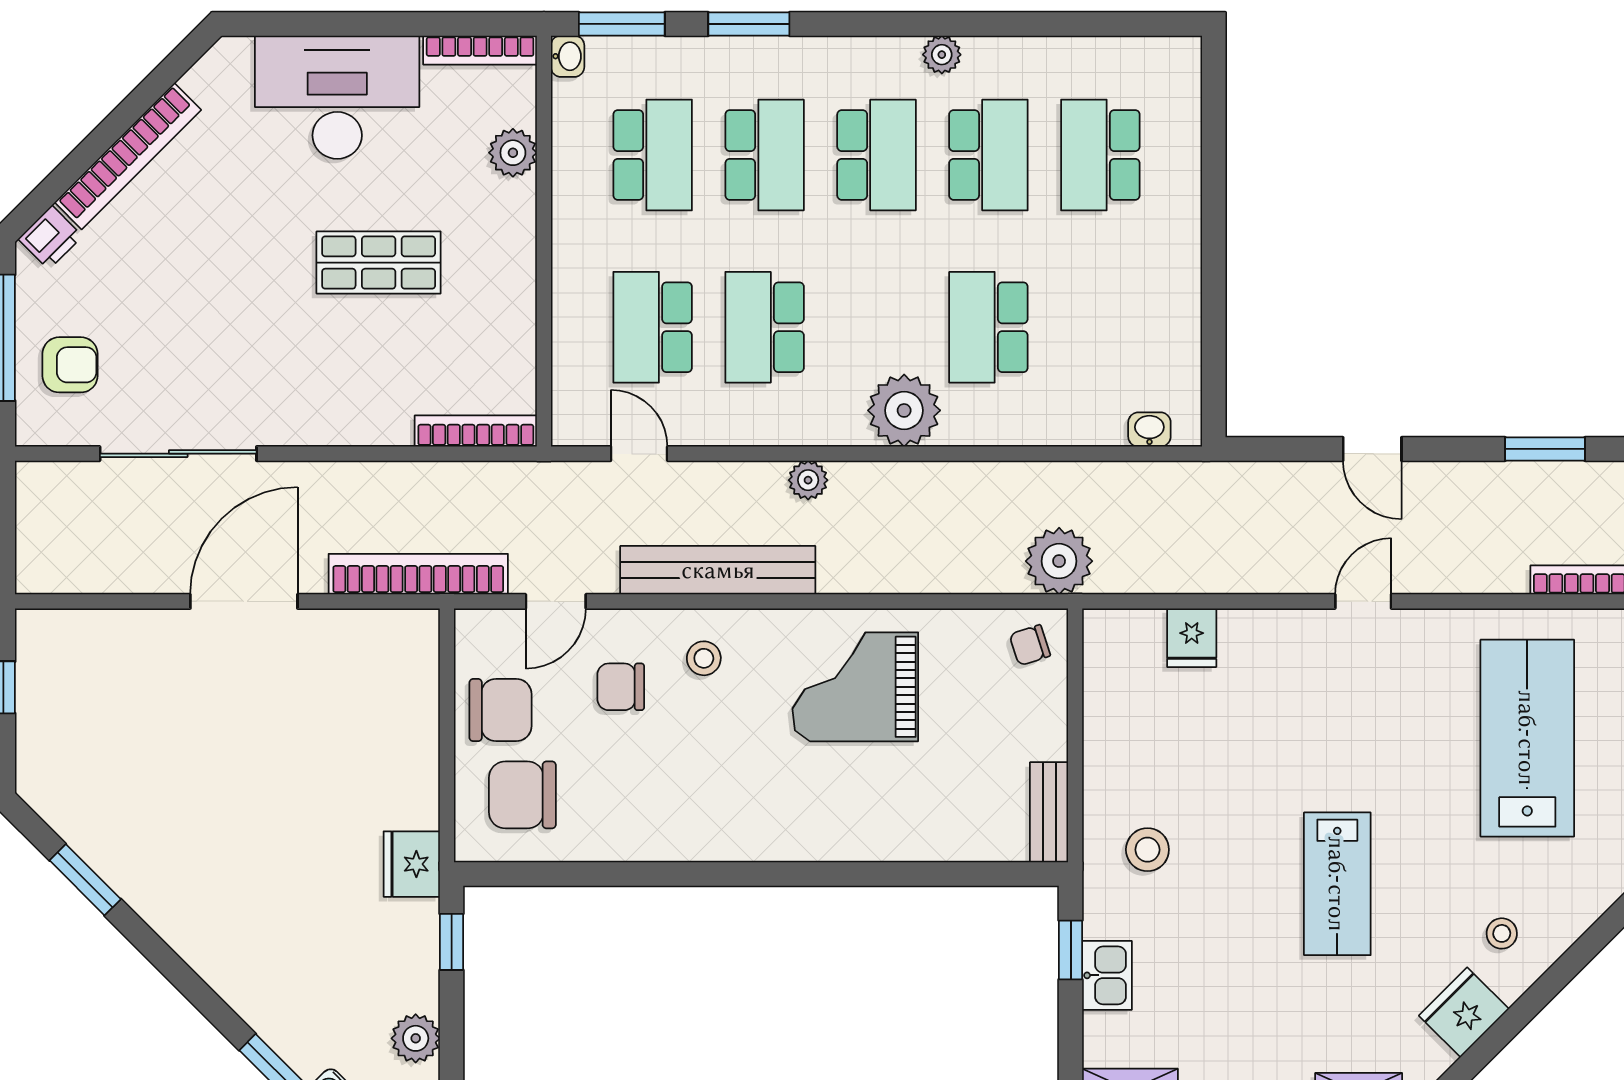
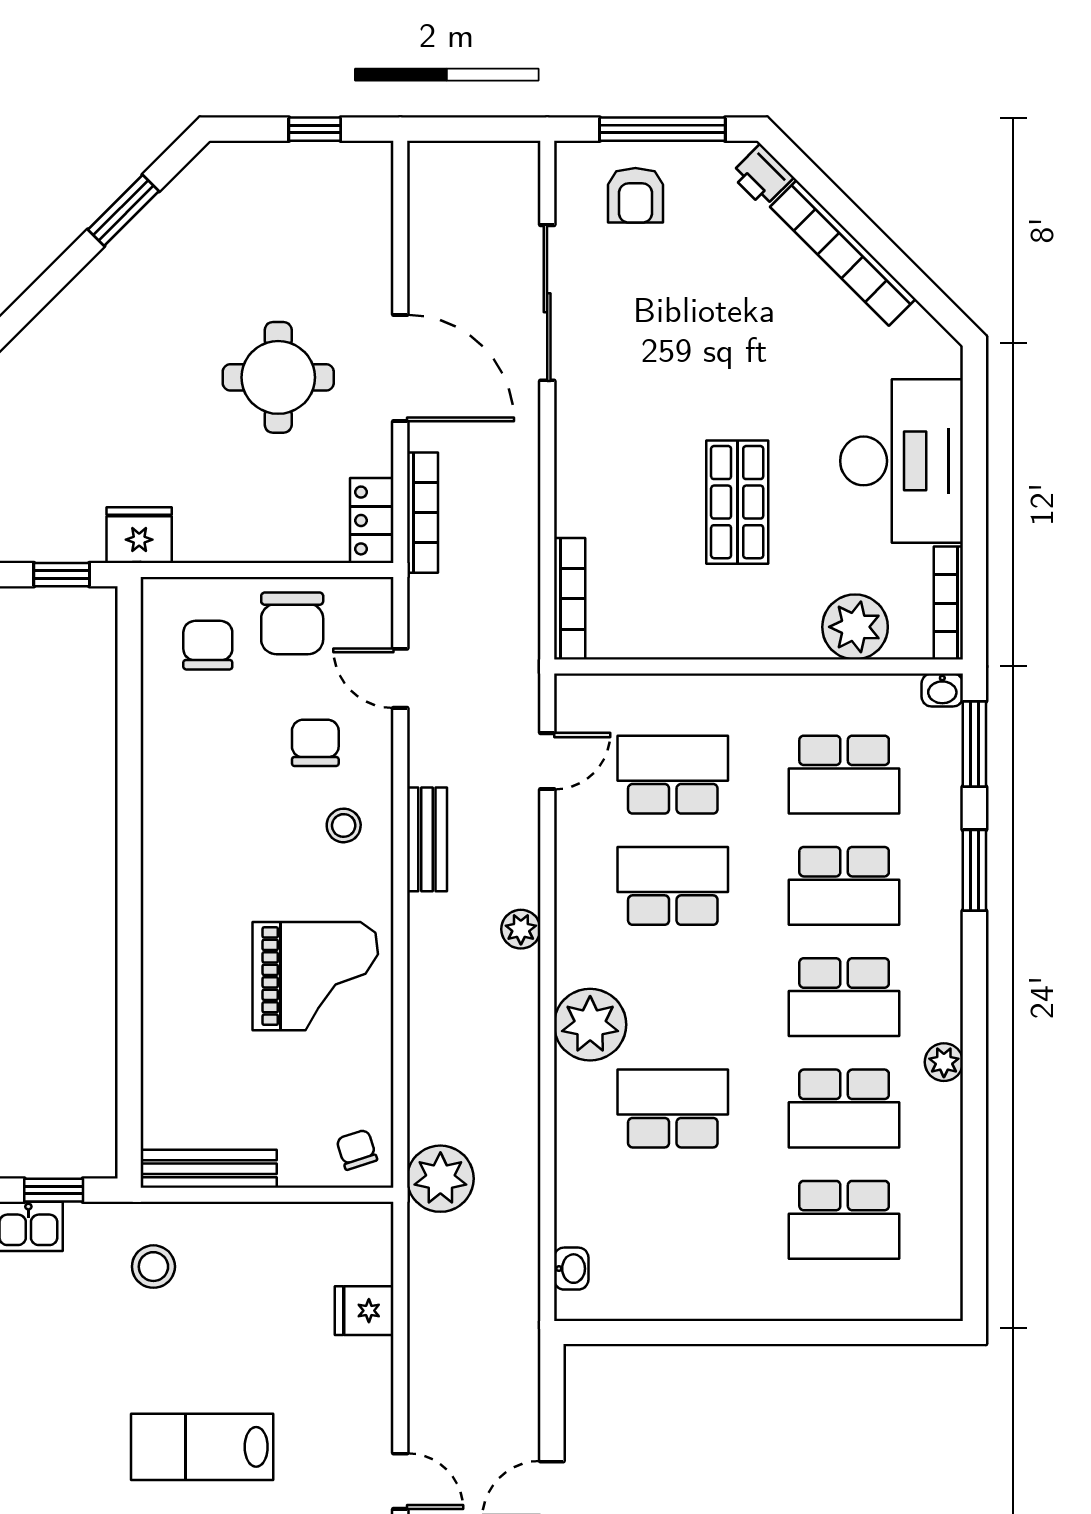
plant: (513, 153) -> (855, 627), width x1.36, depth x1.36
school desk: (1100, 155) -> (844, 1220), turned 180
bench: (718, 570) -> (427, 839), width x0.54, depth x0.82
bookcase: (418, 574) -> (423, 513), width x0.68, depth x0.76
locker: (397, 630) -> (372, 520), added
grand piano: (855, 687) -> (315, 976), turned 90
round table: (253, 724) -> (278, 377), added
chair: (522, 795) -> (208, 645), width x0.73, depth x0.73
bench: (1049, 812) -> (209, 1169), width x1.36
lab bench: (1337, 884) -> (202, 1447), moved

